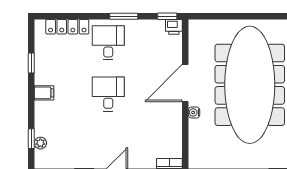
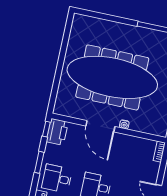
printer: (174, 27) -> (57, 132), width x1.87, depth x1.48

